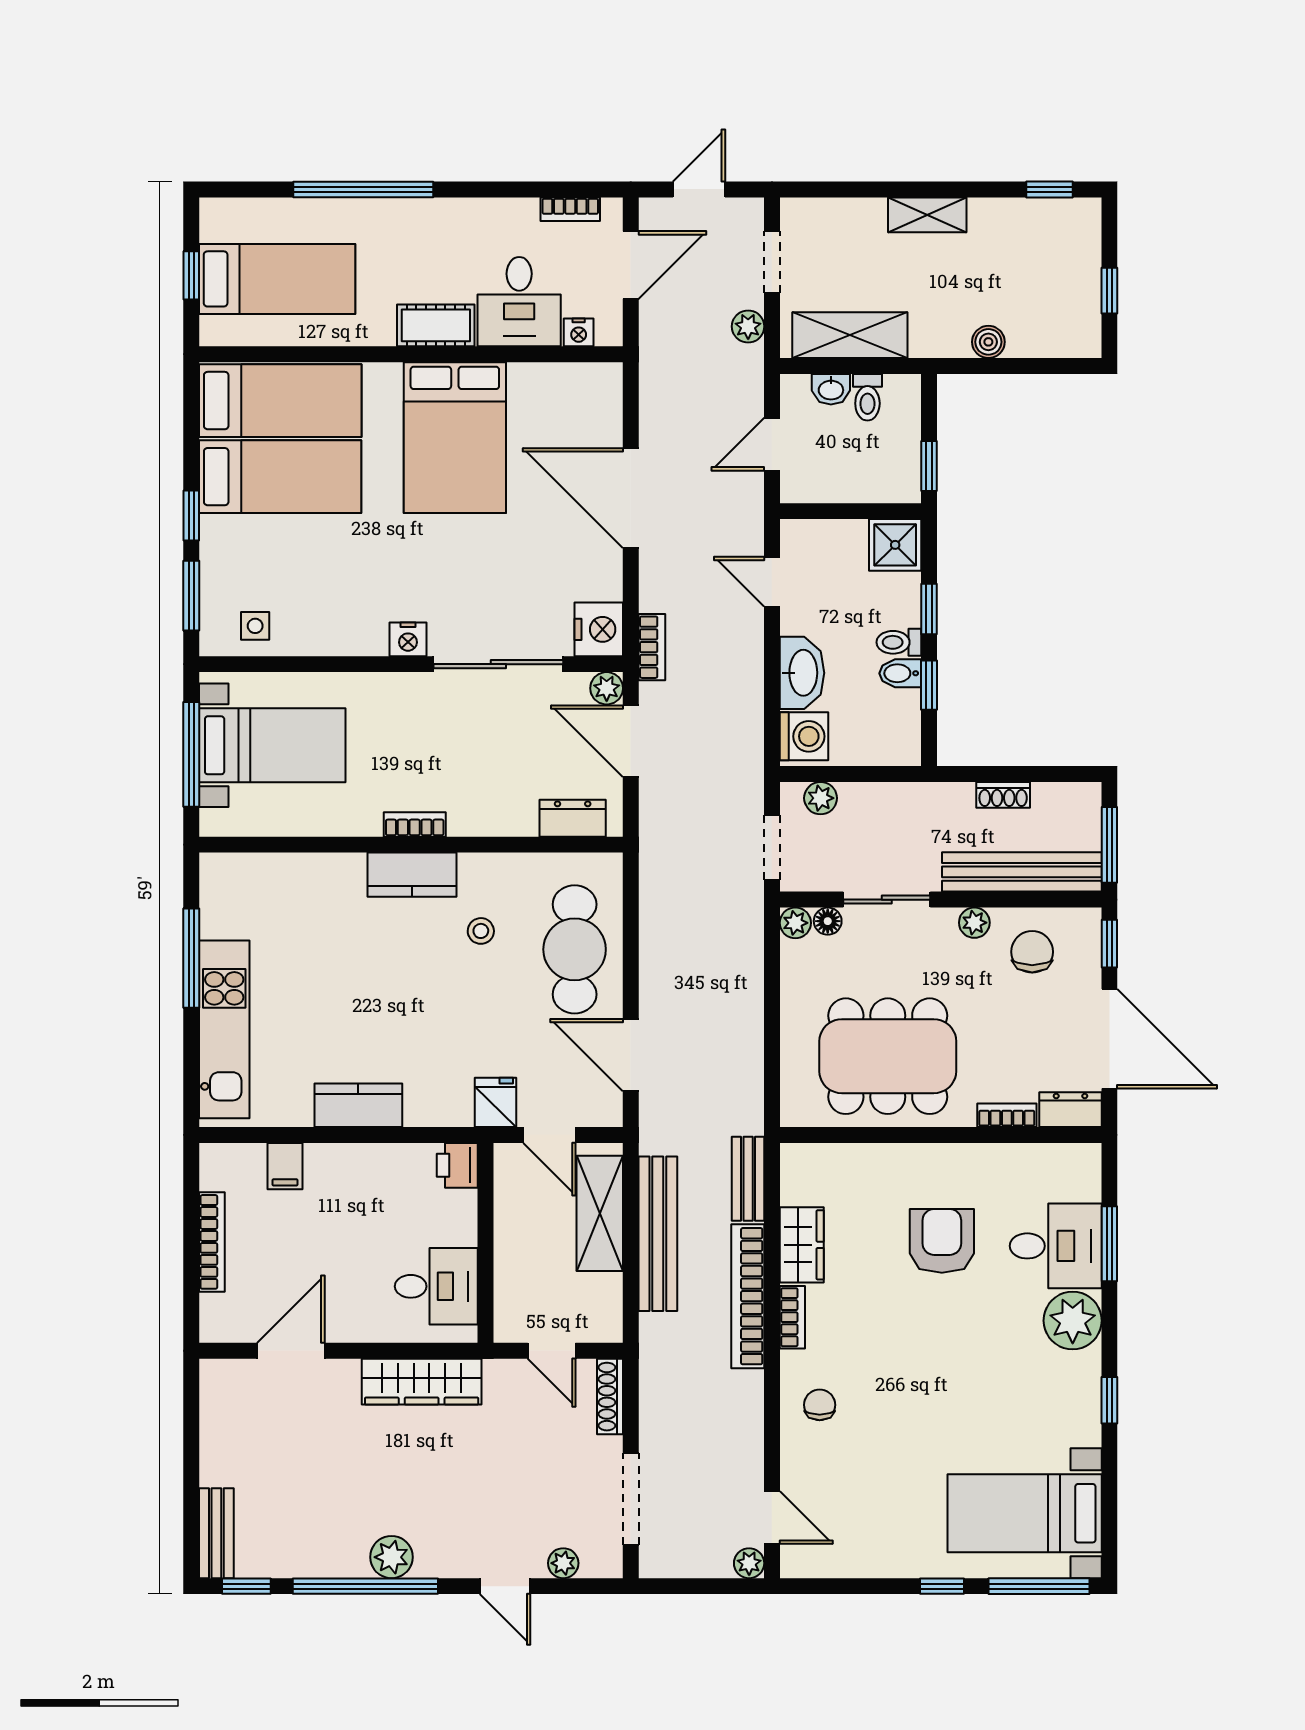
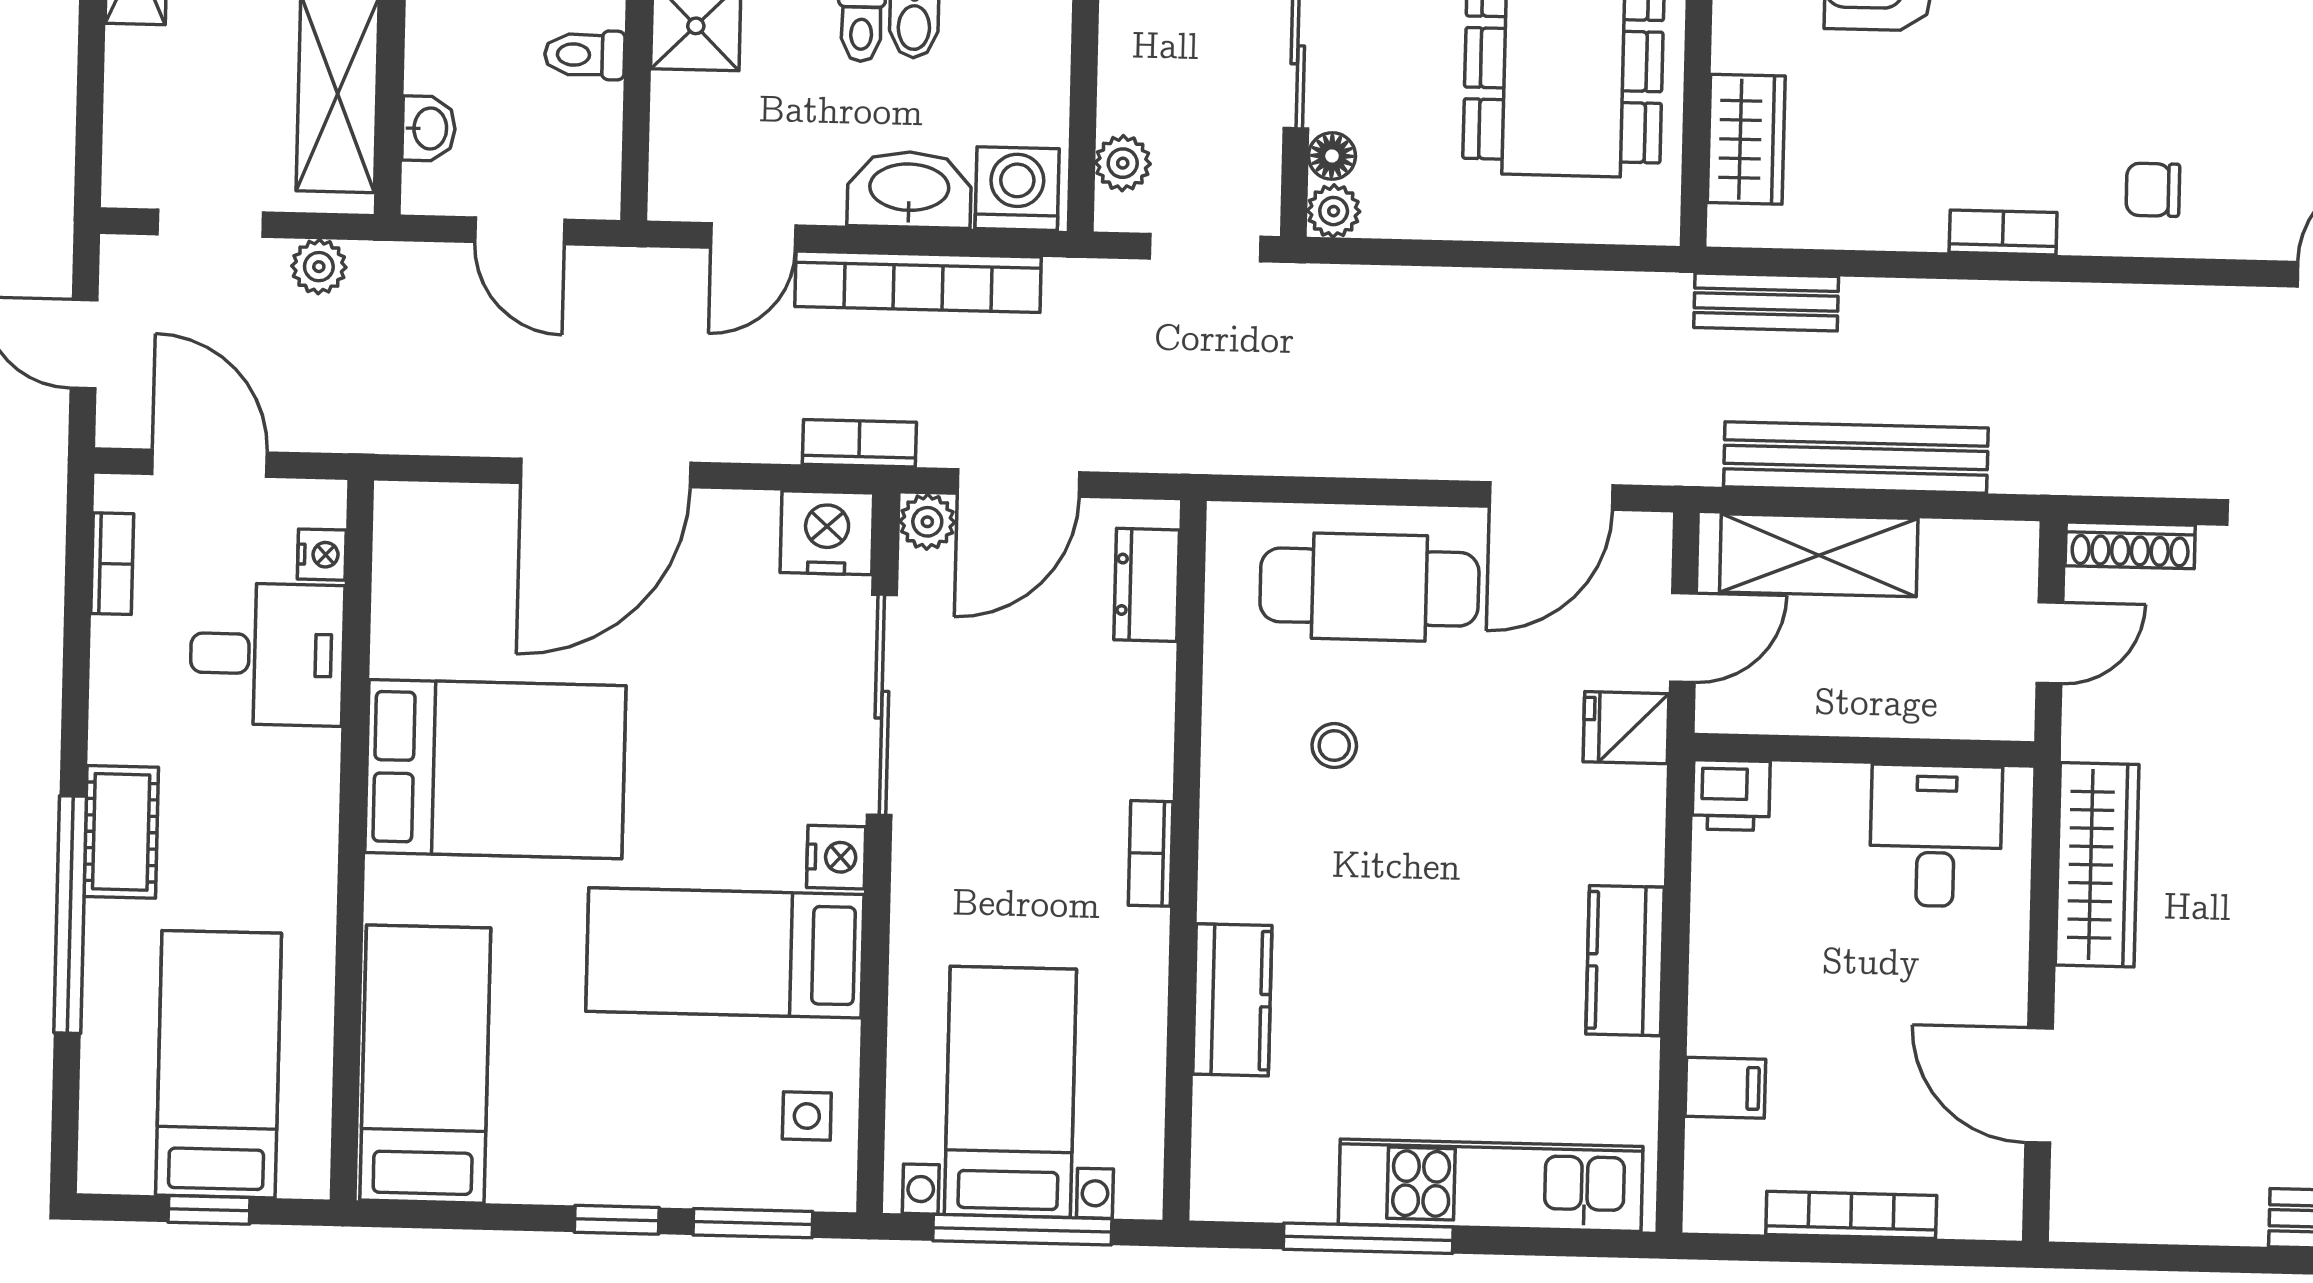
cot: (436, 325) -> (121, 832), moved
toilet: (867, 397) -> (585, 55), moved, turned 180
bed: (280, 477) -> (725, 953), moved, turned -90
kitchen counter: (412, 875) -> (1232, 1000), moved
wardrobe: (802, 1245) -> (1746, 139), moved, turned 90
bookcase: (748, 1296) -> (918, 282), moved

